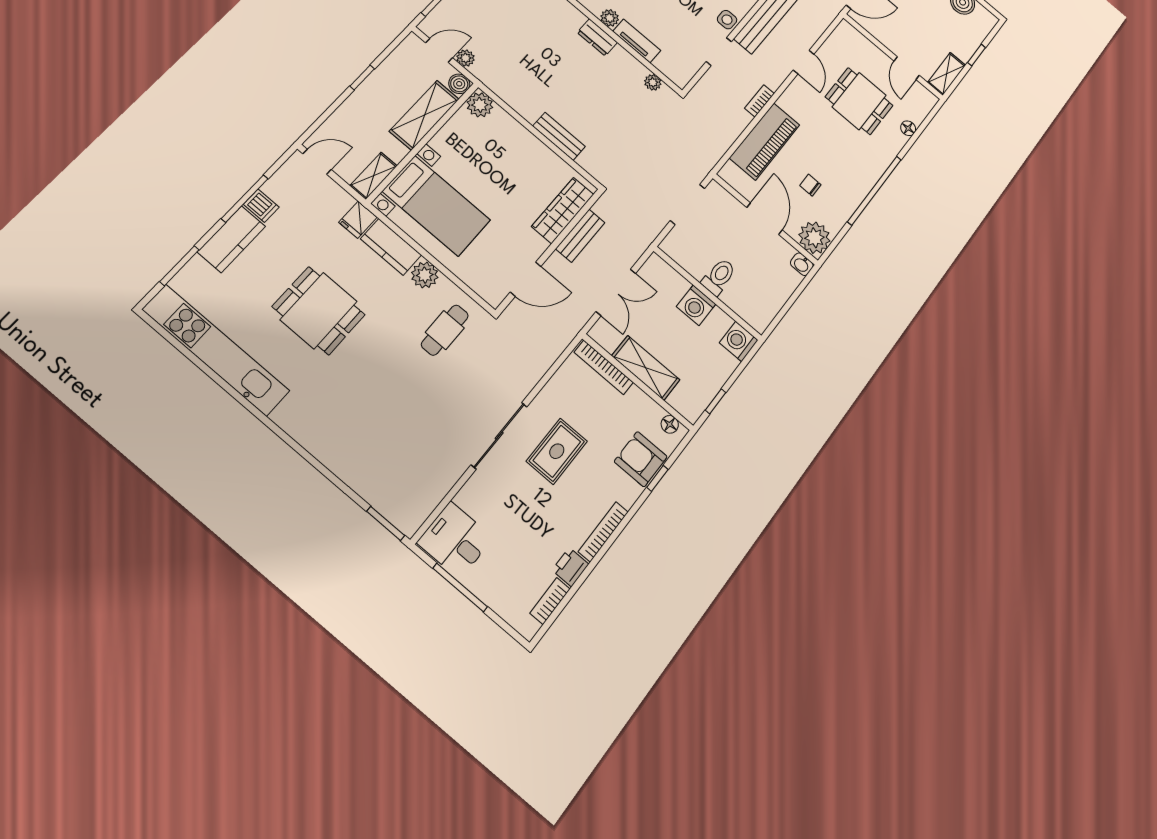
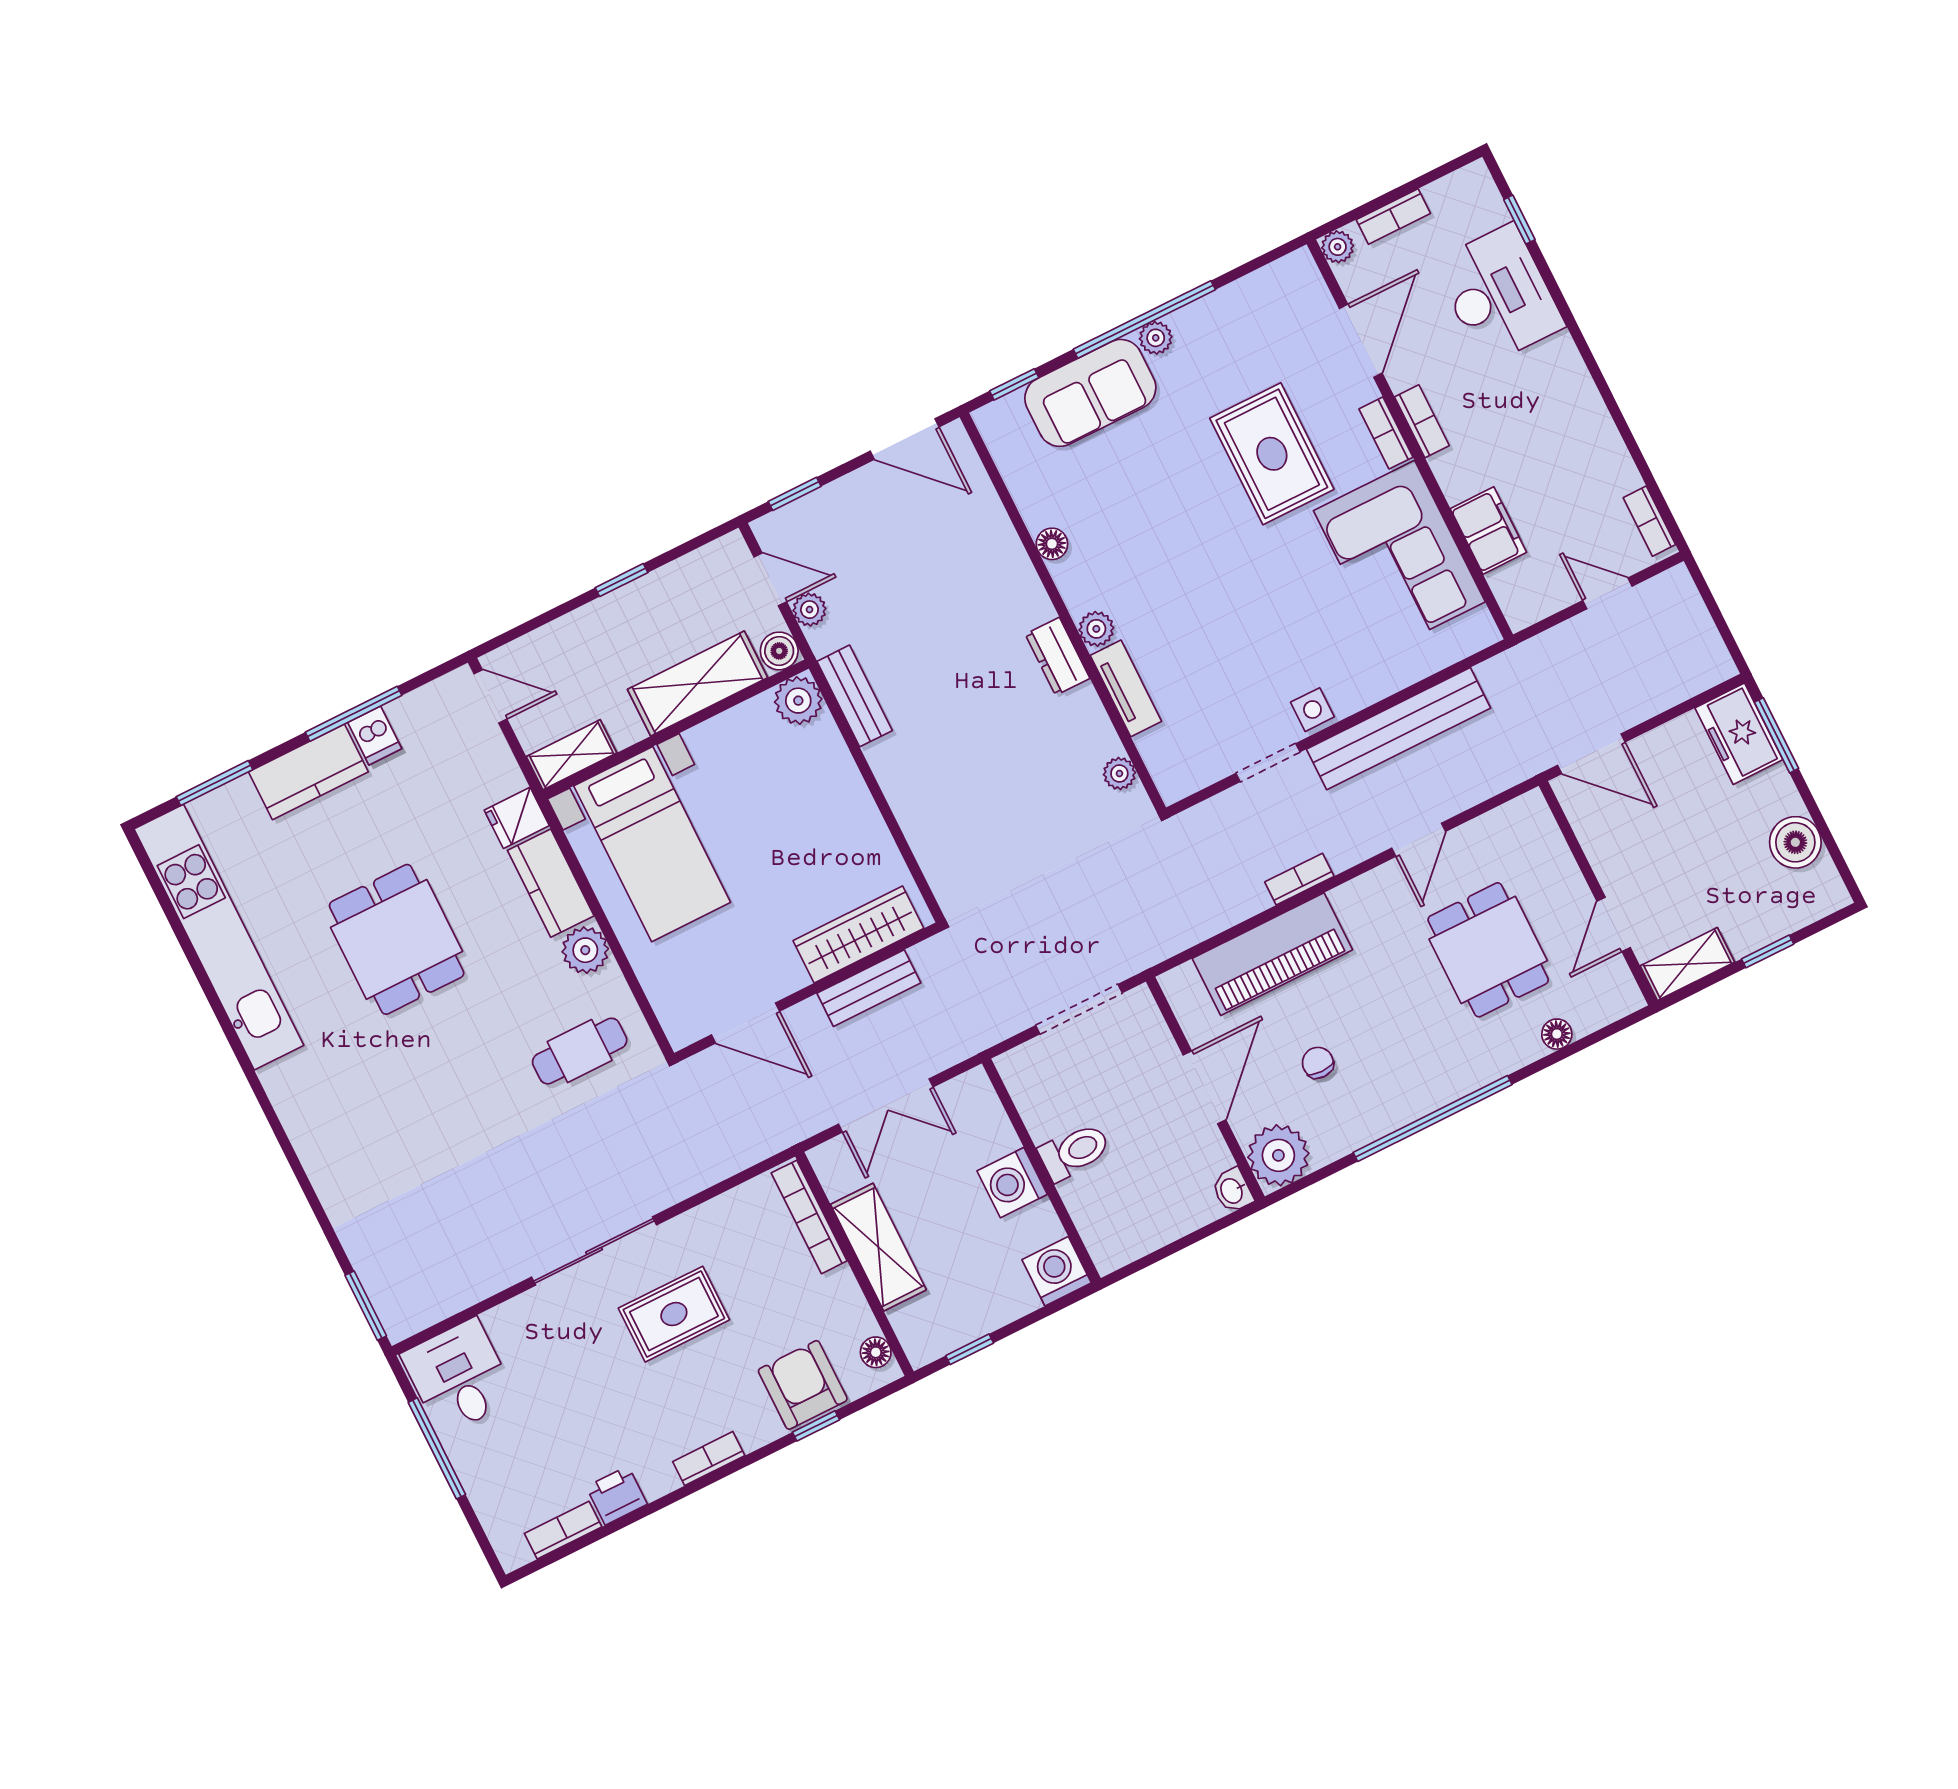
bench: (559, 136) -> (855, 696), moved
bookcase: (603, 532) -> (709, 1459), width x0.64

